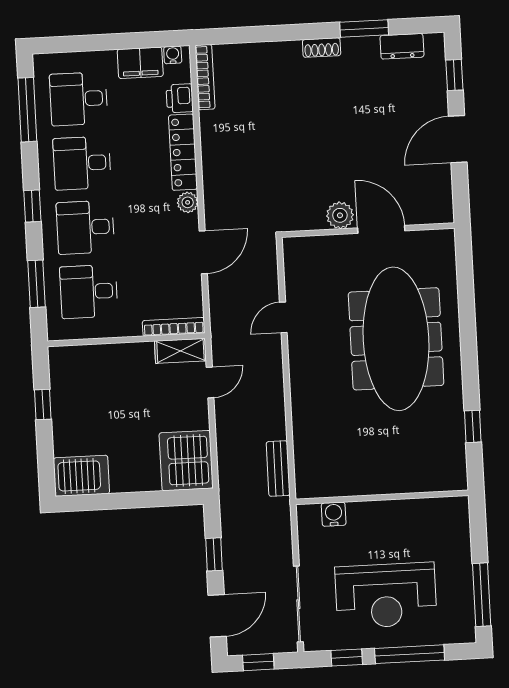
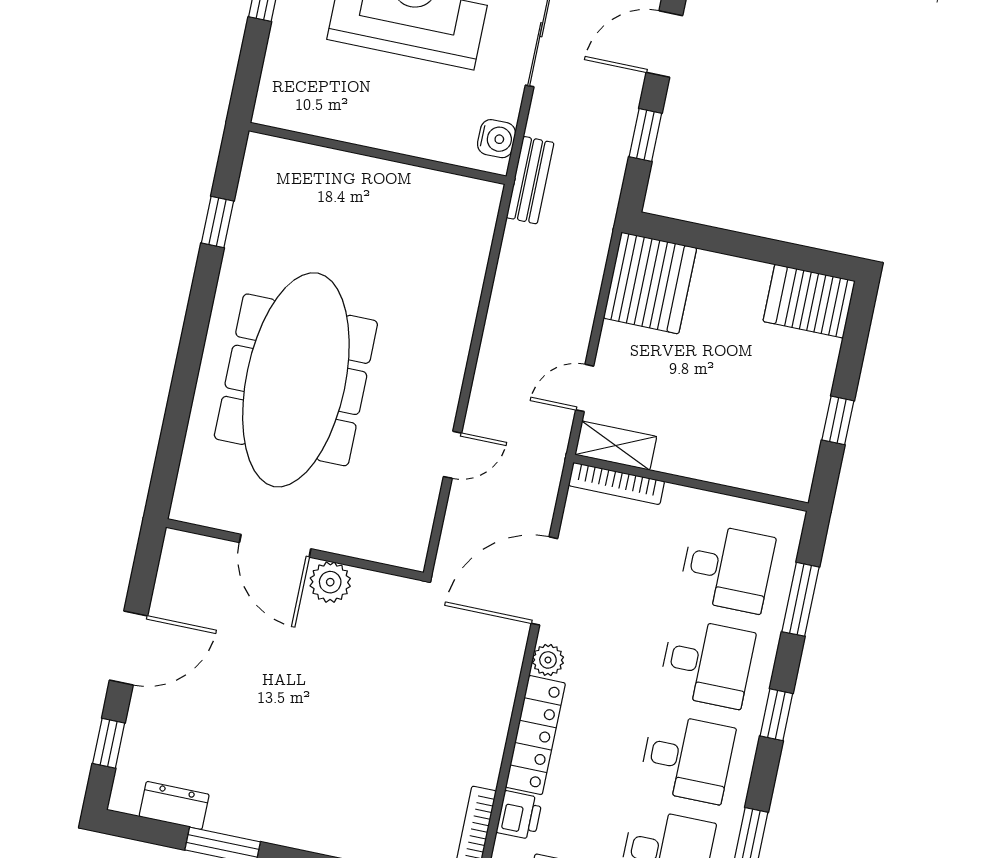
shoe rack: (322, 48) -> (292, 835), removed
door: (203, 252) -> (544, 581), width x1.36
bench: (278, 469) -> (530, 180), moved
water cooler: (334, 514) -> (497, 139), moved, turned -90

